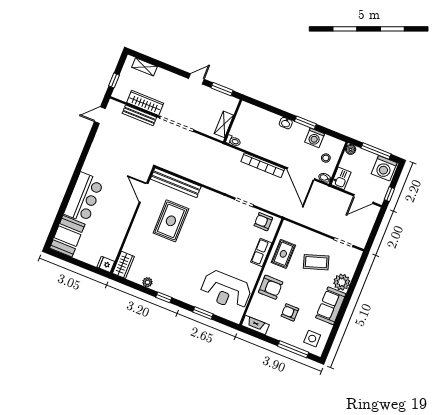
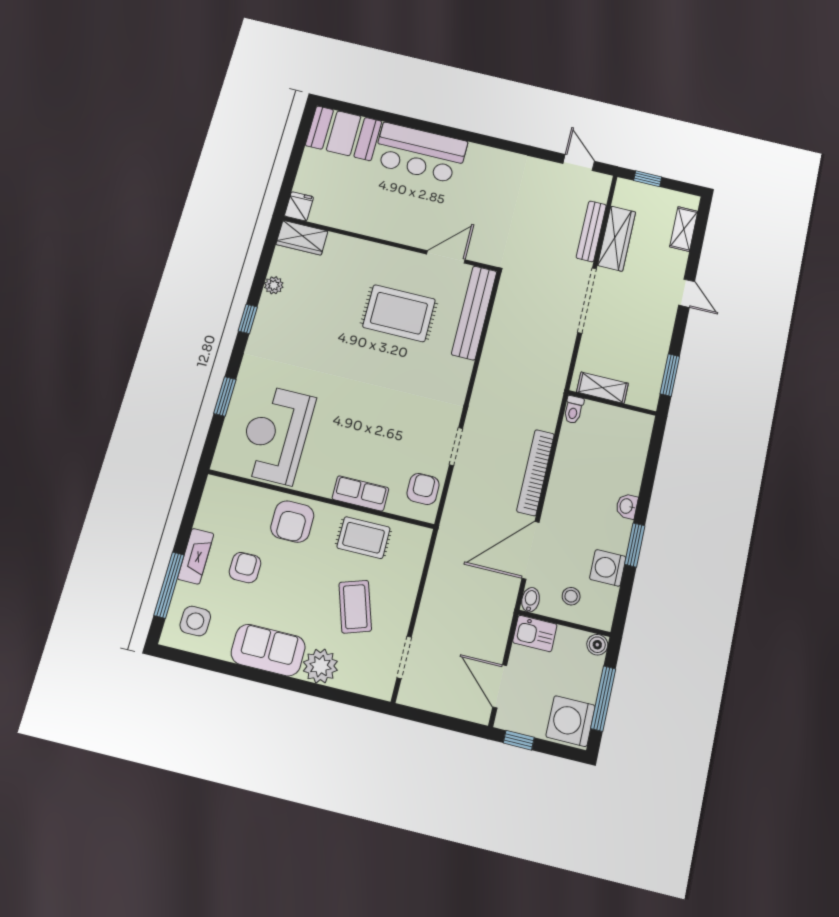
door: (196, 79) -> (687, 293), moved
fireplace: (255, 325) -> (196, 556), moved

